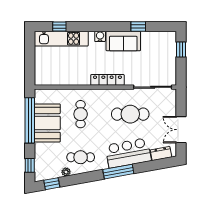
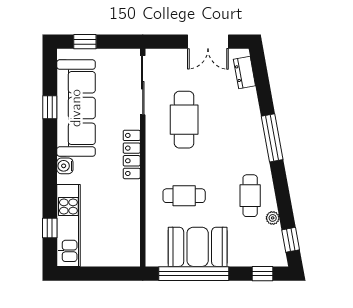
sofa: (123, 41) -> (76, 108), width x1.85, depth x1.27
bar counter: (128, 153) -> (244, 123), removed

